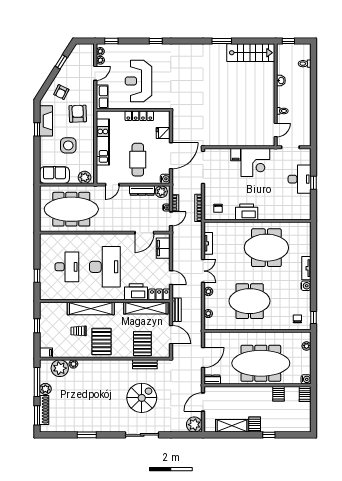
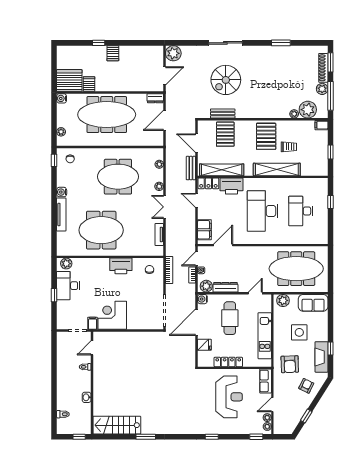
filing cabinet: (236, 155) -> (92, 323), moved
desk: (300, 179) -> (68, 286), moved
plant: (301, 214) -> (66, 264), added
tv unit: (306, 268) -> (61, 215), width x1.41
server rack: (305, 394) -> (69, 80), width x2.18, depth x1.44
shelving: (232, 426) -> (136, 52), removed

